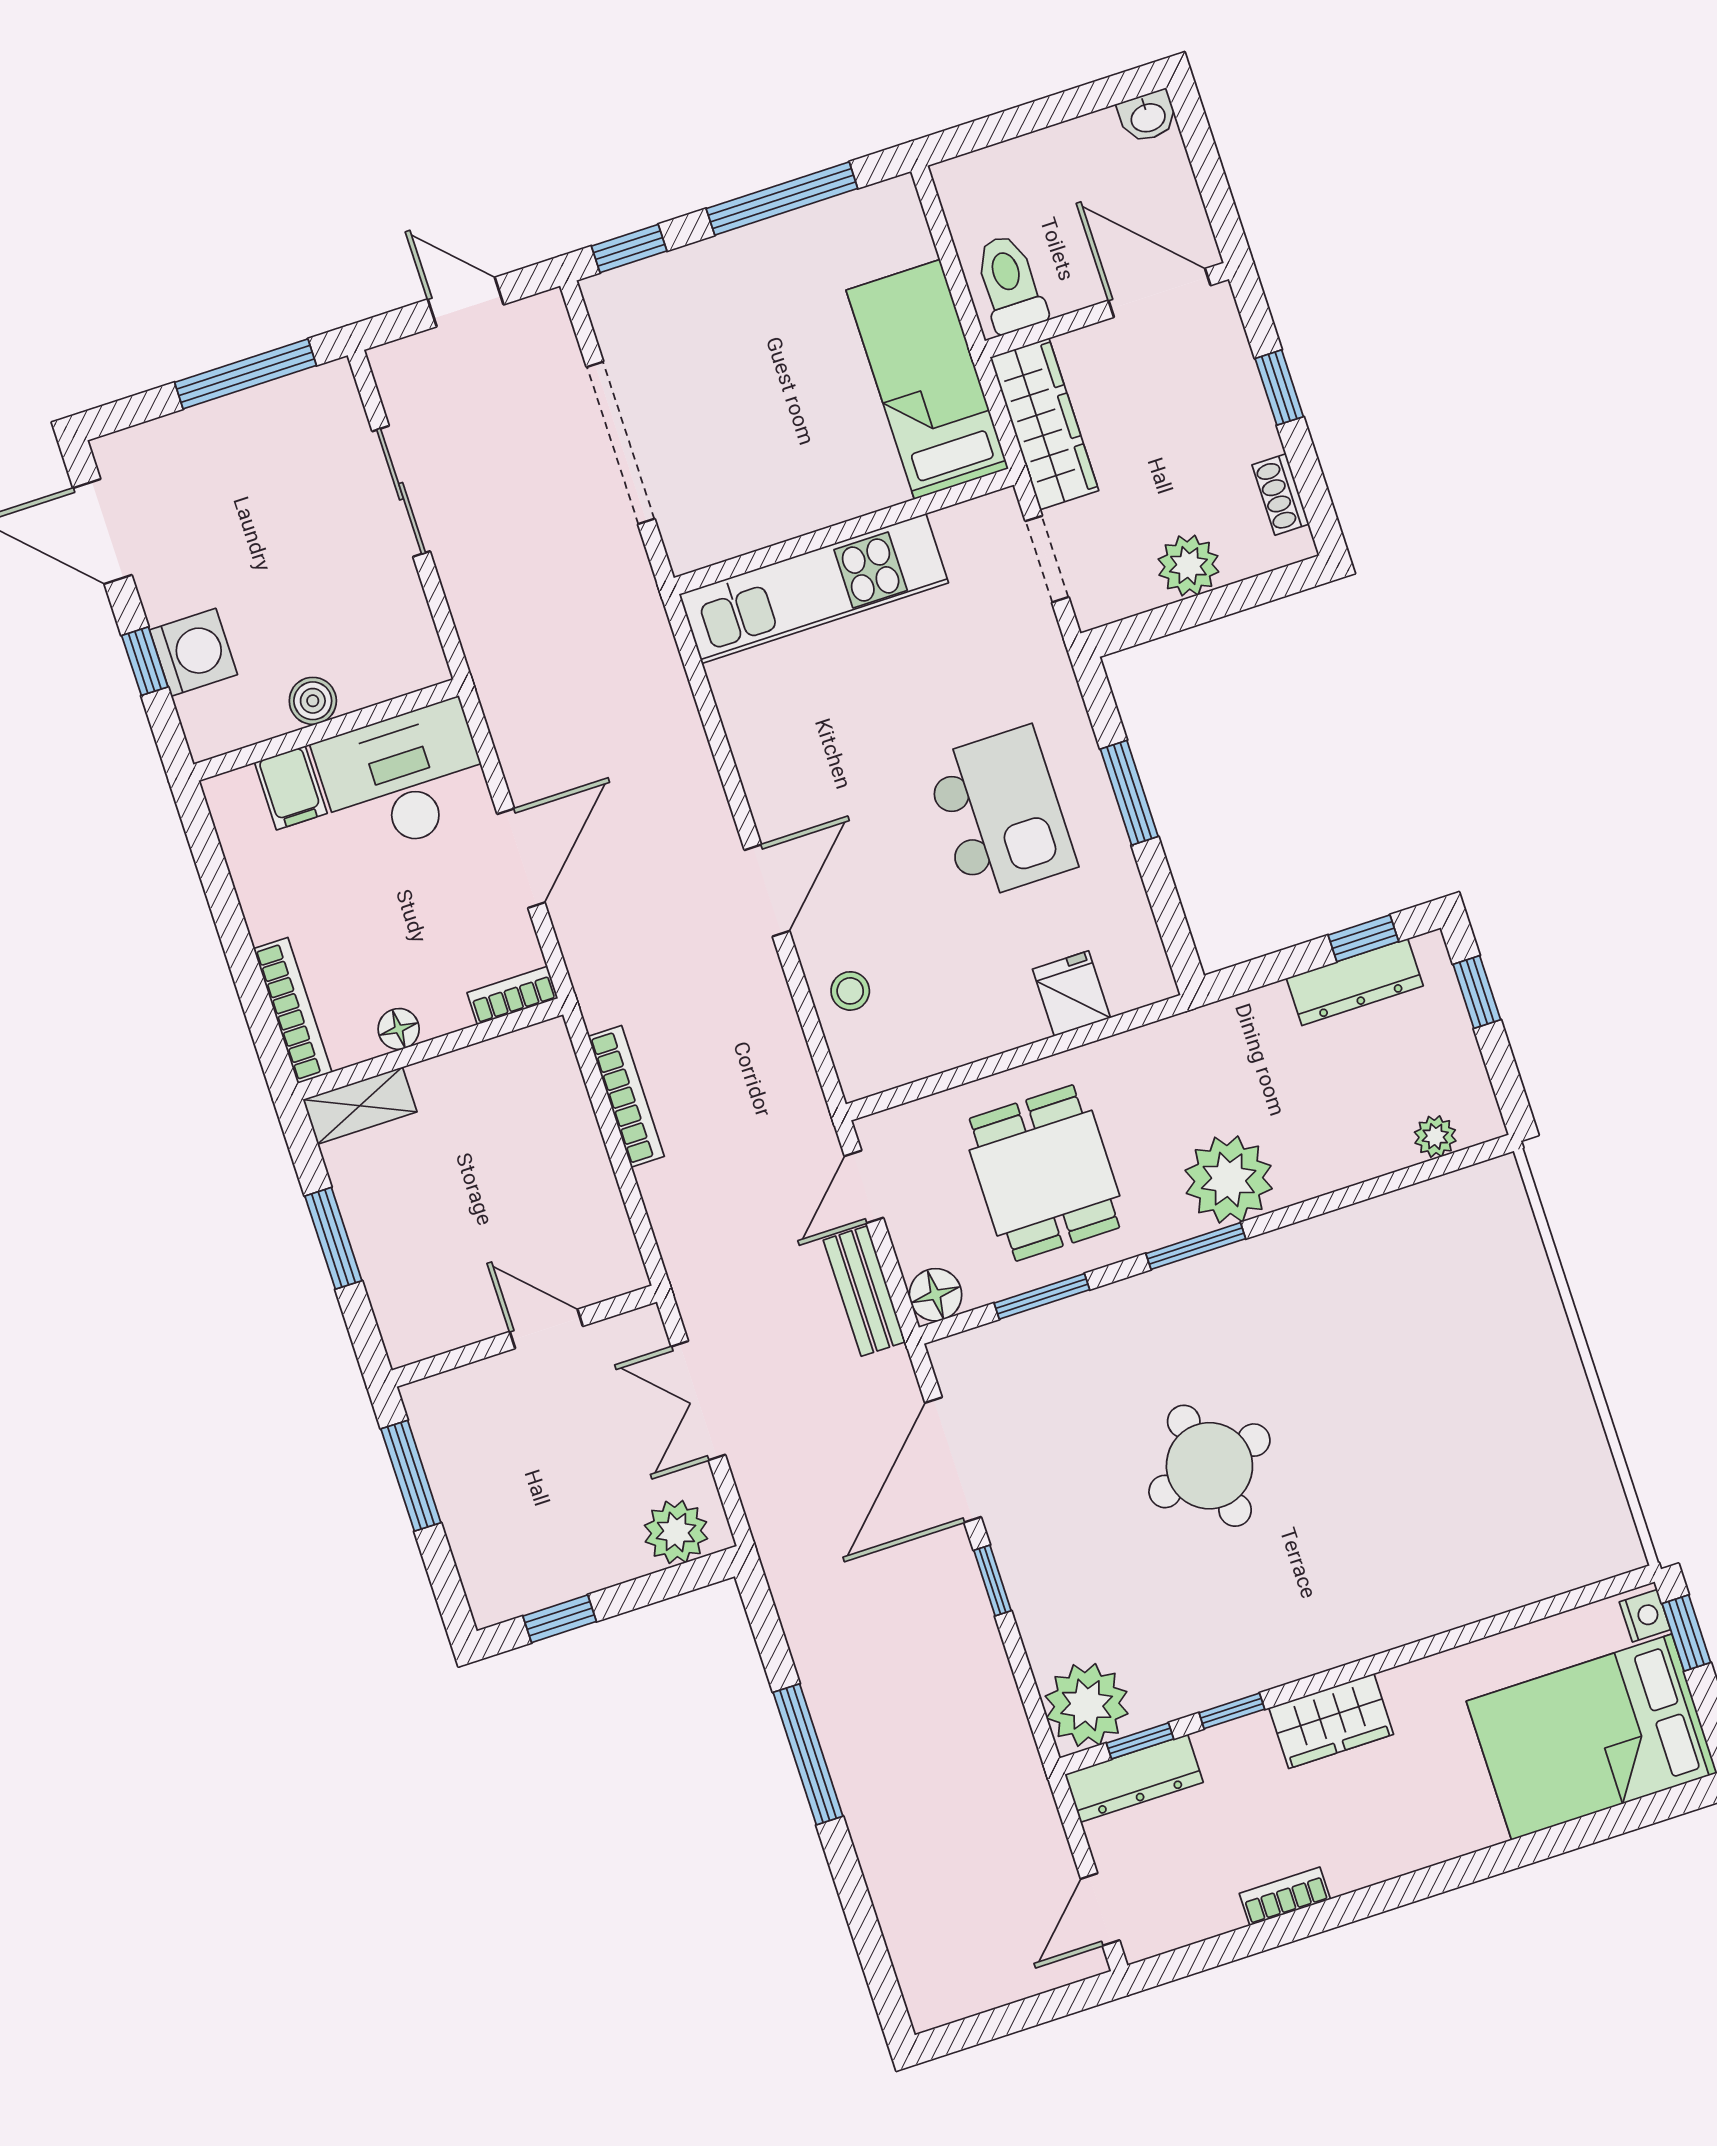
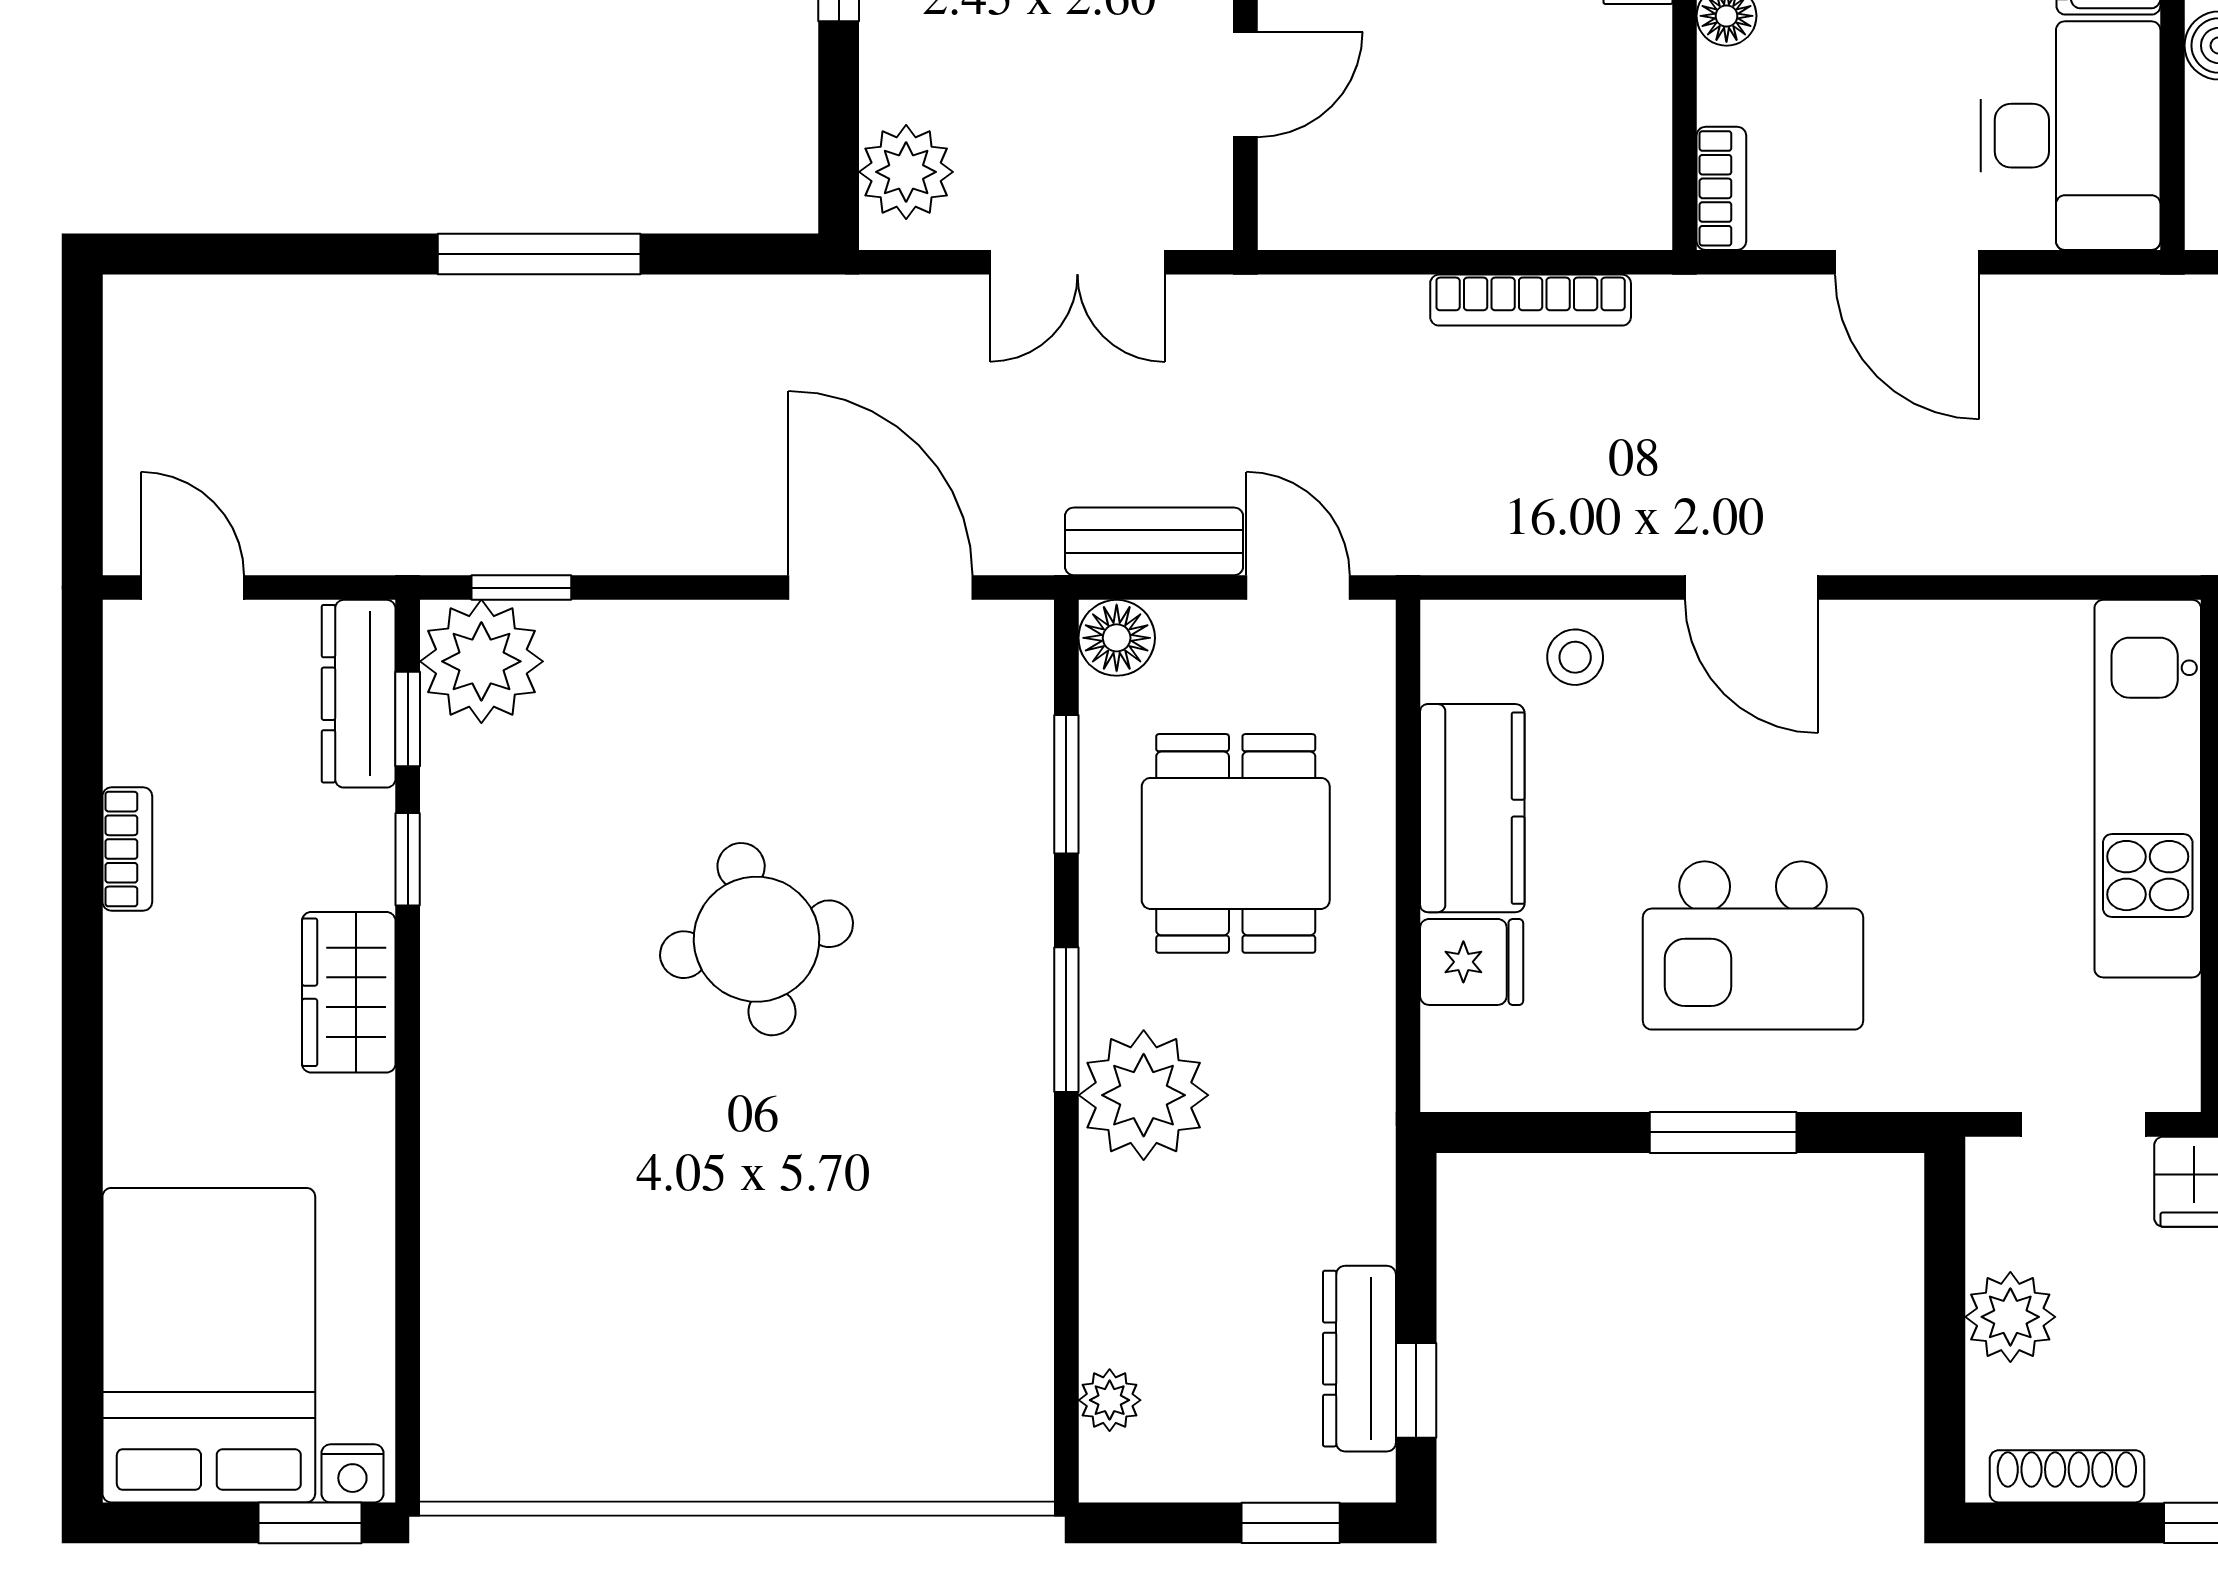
shoe rack: (1281, 494) -> (2067, 1476), width x1.43
kitchen counter: (971, 1026) -> (1472, 808), added
dining table: (1044, 1173) -> (1236, 843), turned 90
double door: (698, 1401) -> (1077, 262), swing flipped
window: (993, 1581) -> (521, 588), moved

